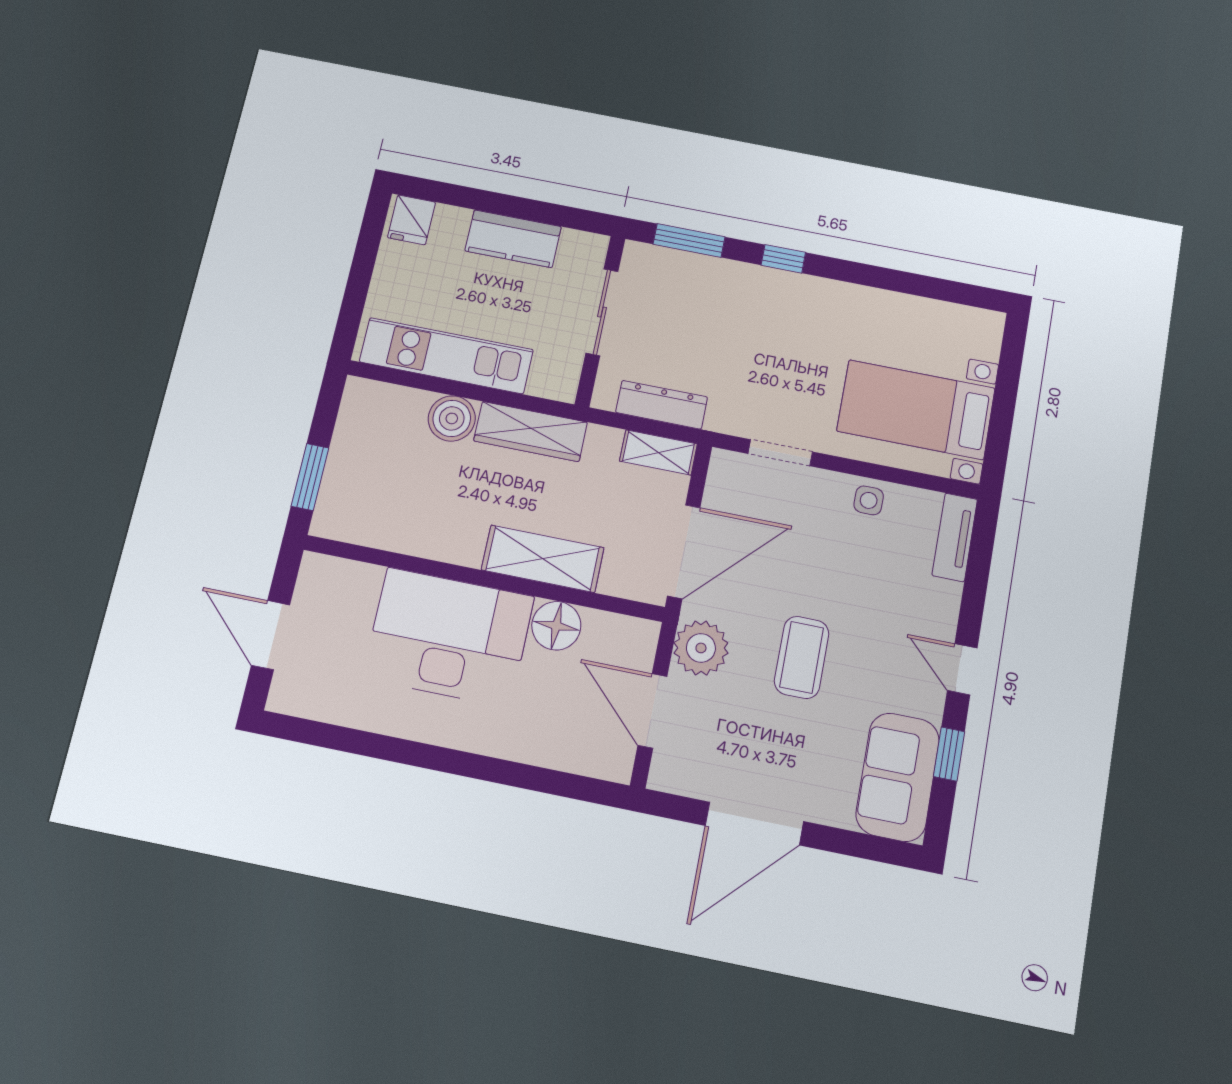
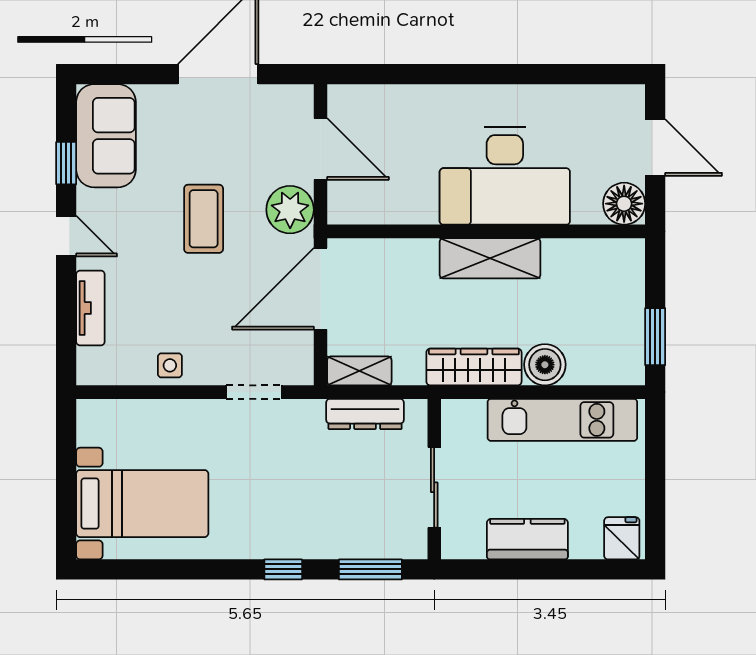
bed with nightstands: (916, 410) -> (142, 504), moved
window: (310, 477) -> (655, 337), moved
tv unit: (955, 537) -> (90, 308), moved
shelving: (543, 559) -> (490, 258), moved
floor lamp: (556, 626) -> (624, 204), moved

